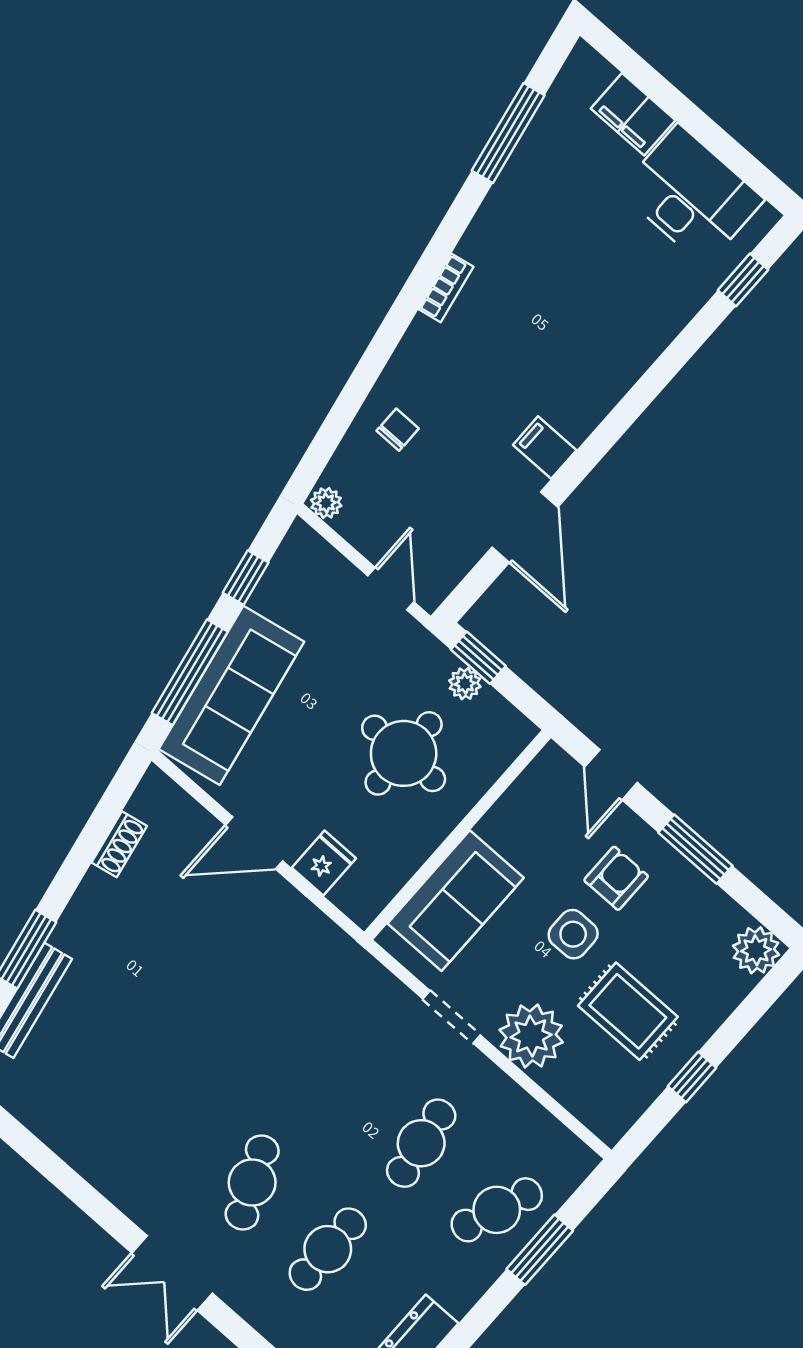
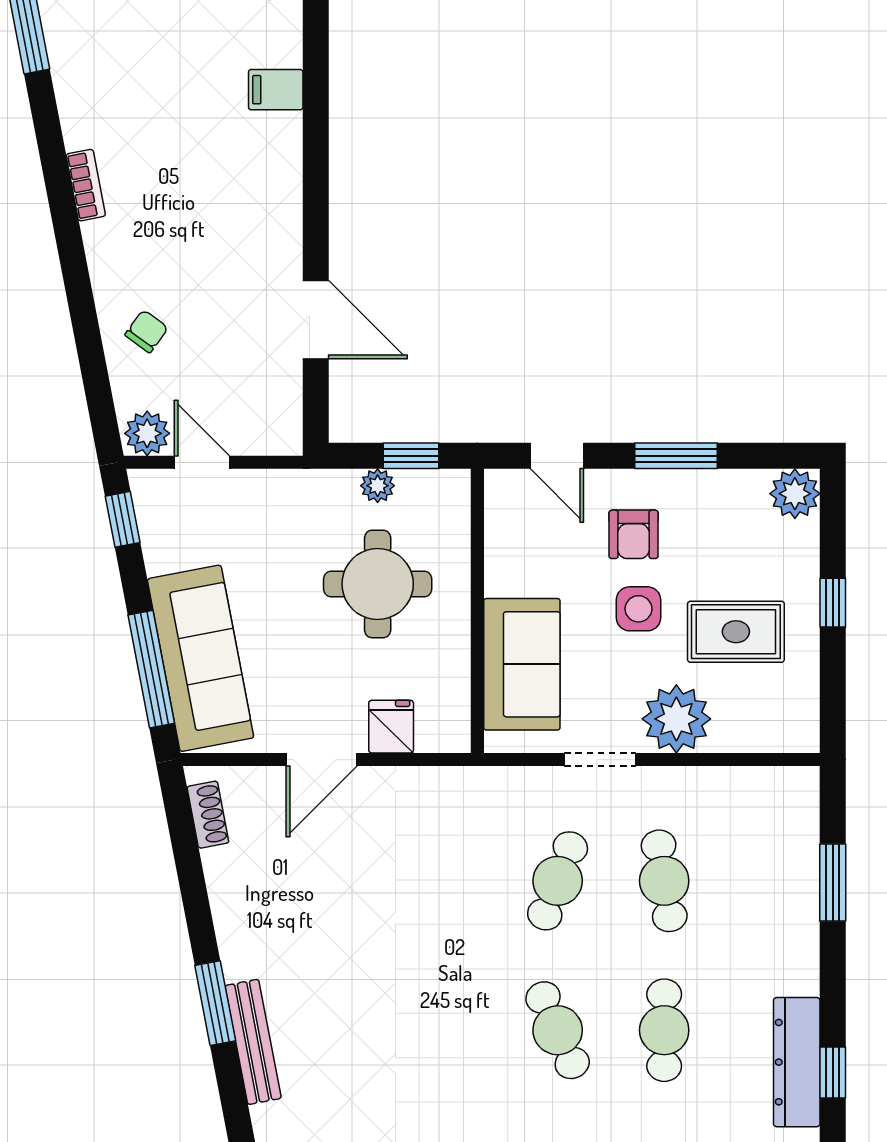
chair: (398, 430) -> (147, 331), turned 36
filing cabinet: (545, 448) -> (276, 90), moved
plant: (326, 503) -> (147, 433), width x1.38, depth x1.38
window: (246, 578) -> (123, 519), moved
door: (391, 589) -> (202, 462), moved
window: (478, 658) -> (411, 456), moved
shoe rack: (119, 844) -> (208, 815), moved
armchair: (616, 878) -> (634, 534), turned 180
window: (692, 1077) -> (833, 603), moved
cafe table: (497, 1210) -> (558, 881), moved

